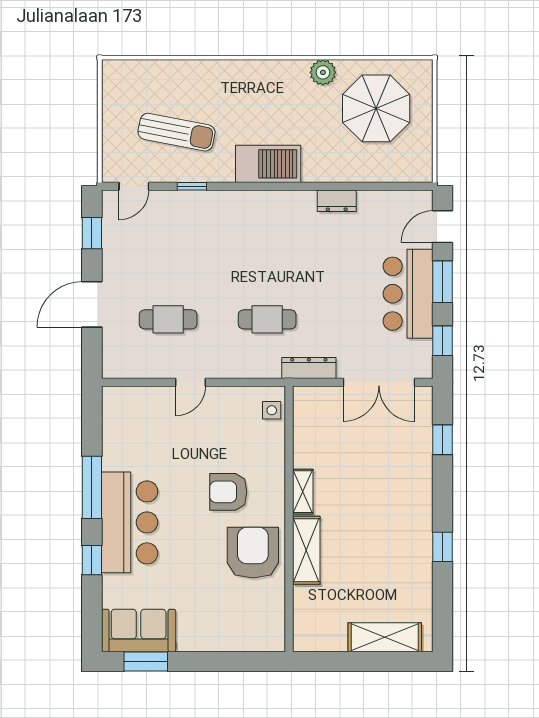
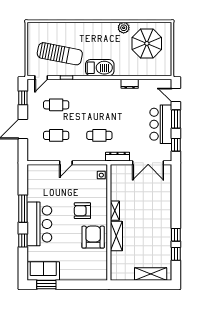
sun lounger: (176, 132) -> (60, 54), width x1.36, depth x1.34
door: (443, 227) -> (176, 95), hinge flipped
cafe table: (168, 249) -> (56, 105), added
window: (443, 440) -> (176, 254), moved

